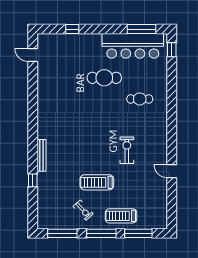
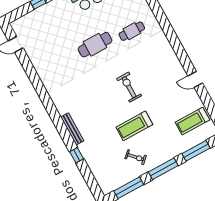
cafe table: (104, 78) -> (95, 45), moved
exercise bike: (127, 150) -> (129, 87), moved
treadmill: (121, 216) -> (192, 121), moved

